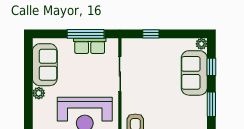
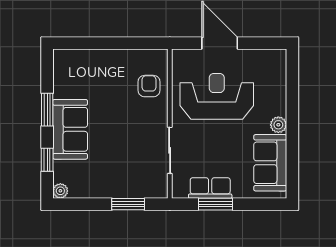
window: (86, 34) -> (215, 204), width x0.69
window: (151, 34) -> (128, 204), width x1.50
sofa: (194, 73) -> (70, 129), moved

